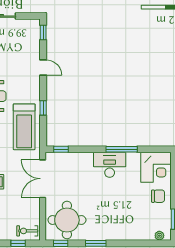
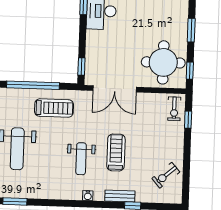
window: (43, 108) -> (33, 85), width x3.17
treadmill: (24, 127) -> (54, 108), width x0.73, depth x0.73

